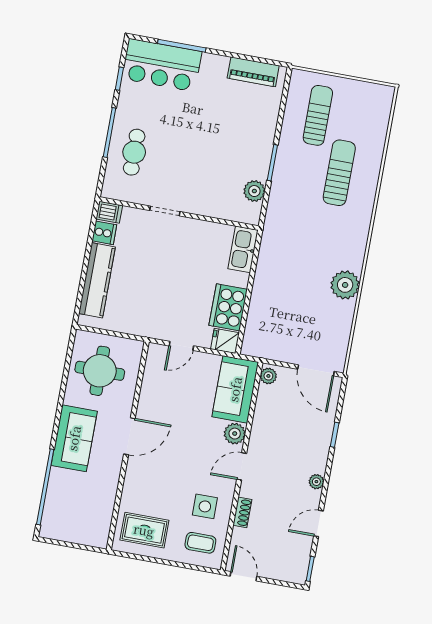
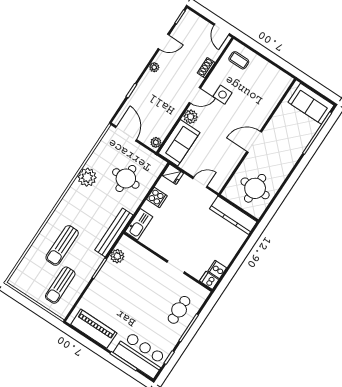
piano: (253, 72) -> (94, 329), width x1.37, depth x1.33
bench: (273, 223) -> (114, 232), added
kitchen counter: (97, 280) -> (233, 215), moved, turned -90
cooker: (228, 307) -> (157, 198), width x0.53, depth x0.76
round table: (289, 307) -> (126, 178), added
sofa: (74, 438) -> (311, 104), moved, turned -90
side table: (205, 506) -> (223, 95), moved
rug: (144, 530) -> (269, 82), removed

